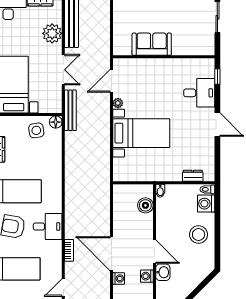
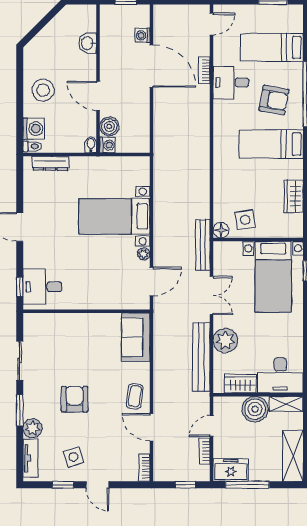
sofa: (152, 44) -> (136, 337), moved, turned 90
double door: (63, 70) -> (212, 295), swing flipped
desk: (199, 93) -> (42, 287), moved
dresser: (193, 176) -> (50, 163), width x1.44
desk: (48, 227) -> (231, 82), moved
door: (154, 252) -> (98, 96), moved
washing machine: (147, 276) -> (108, 145), moved

